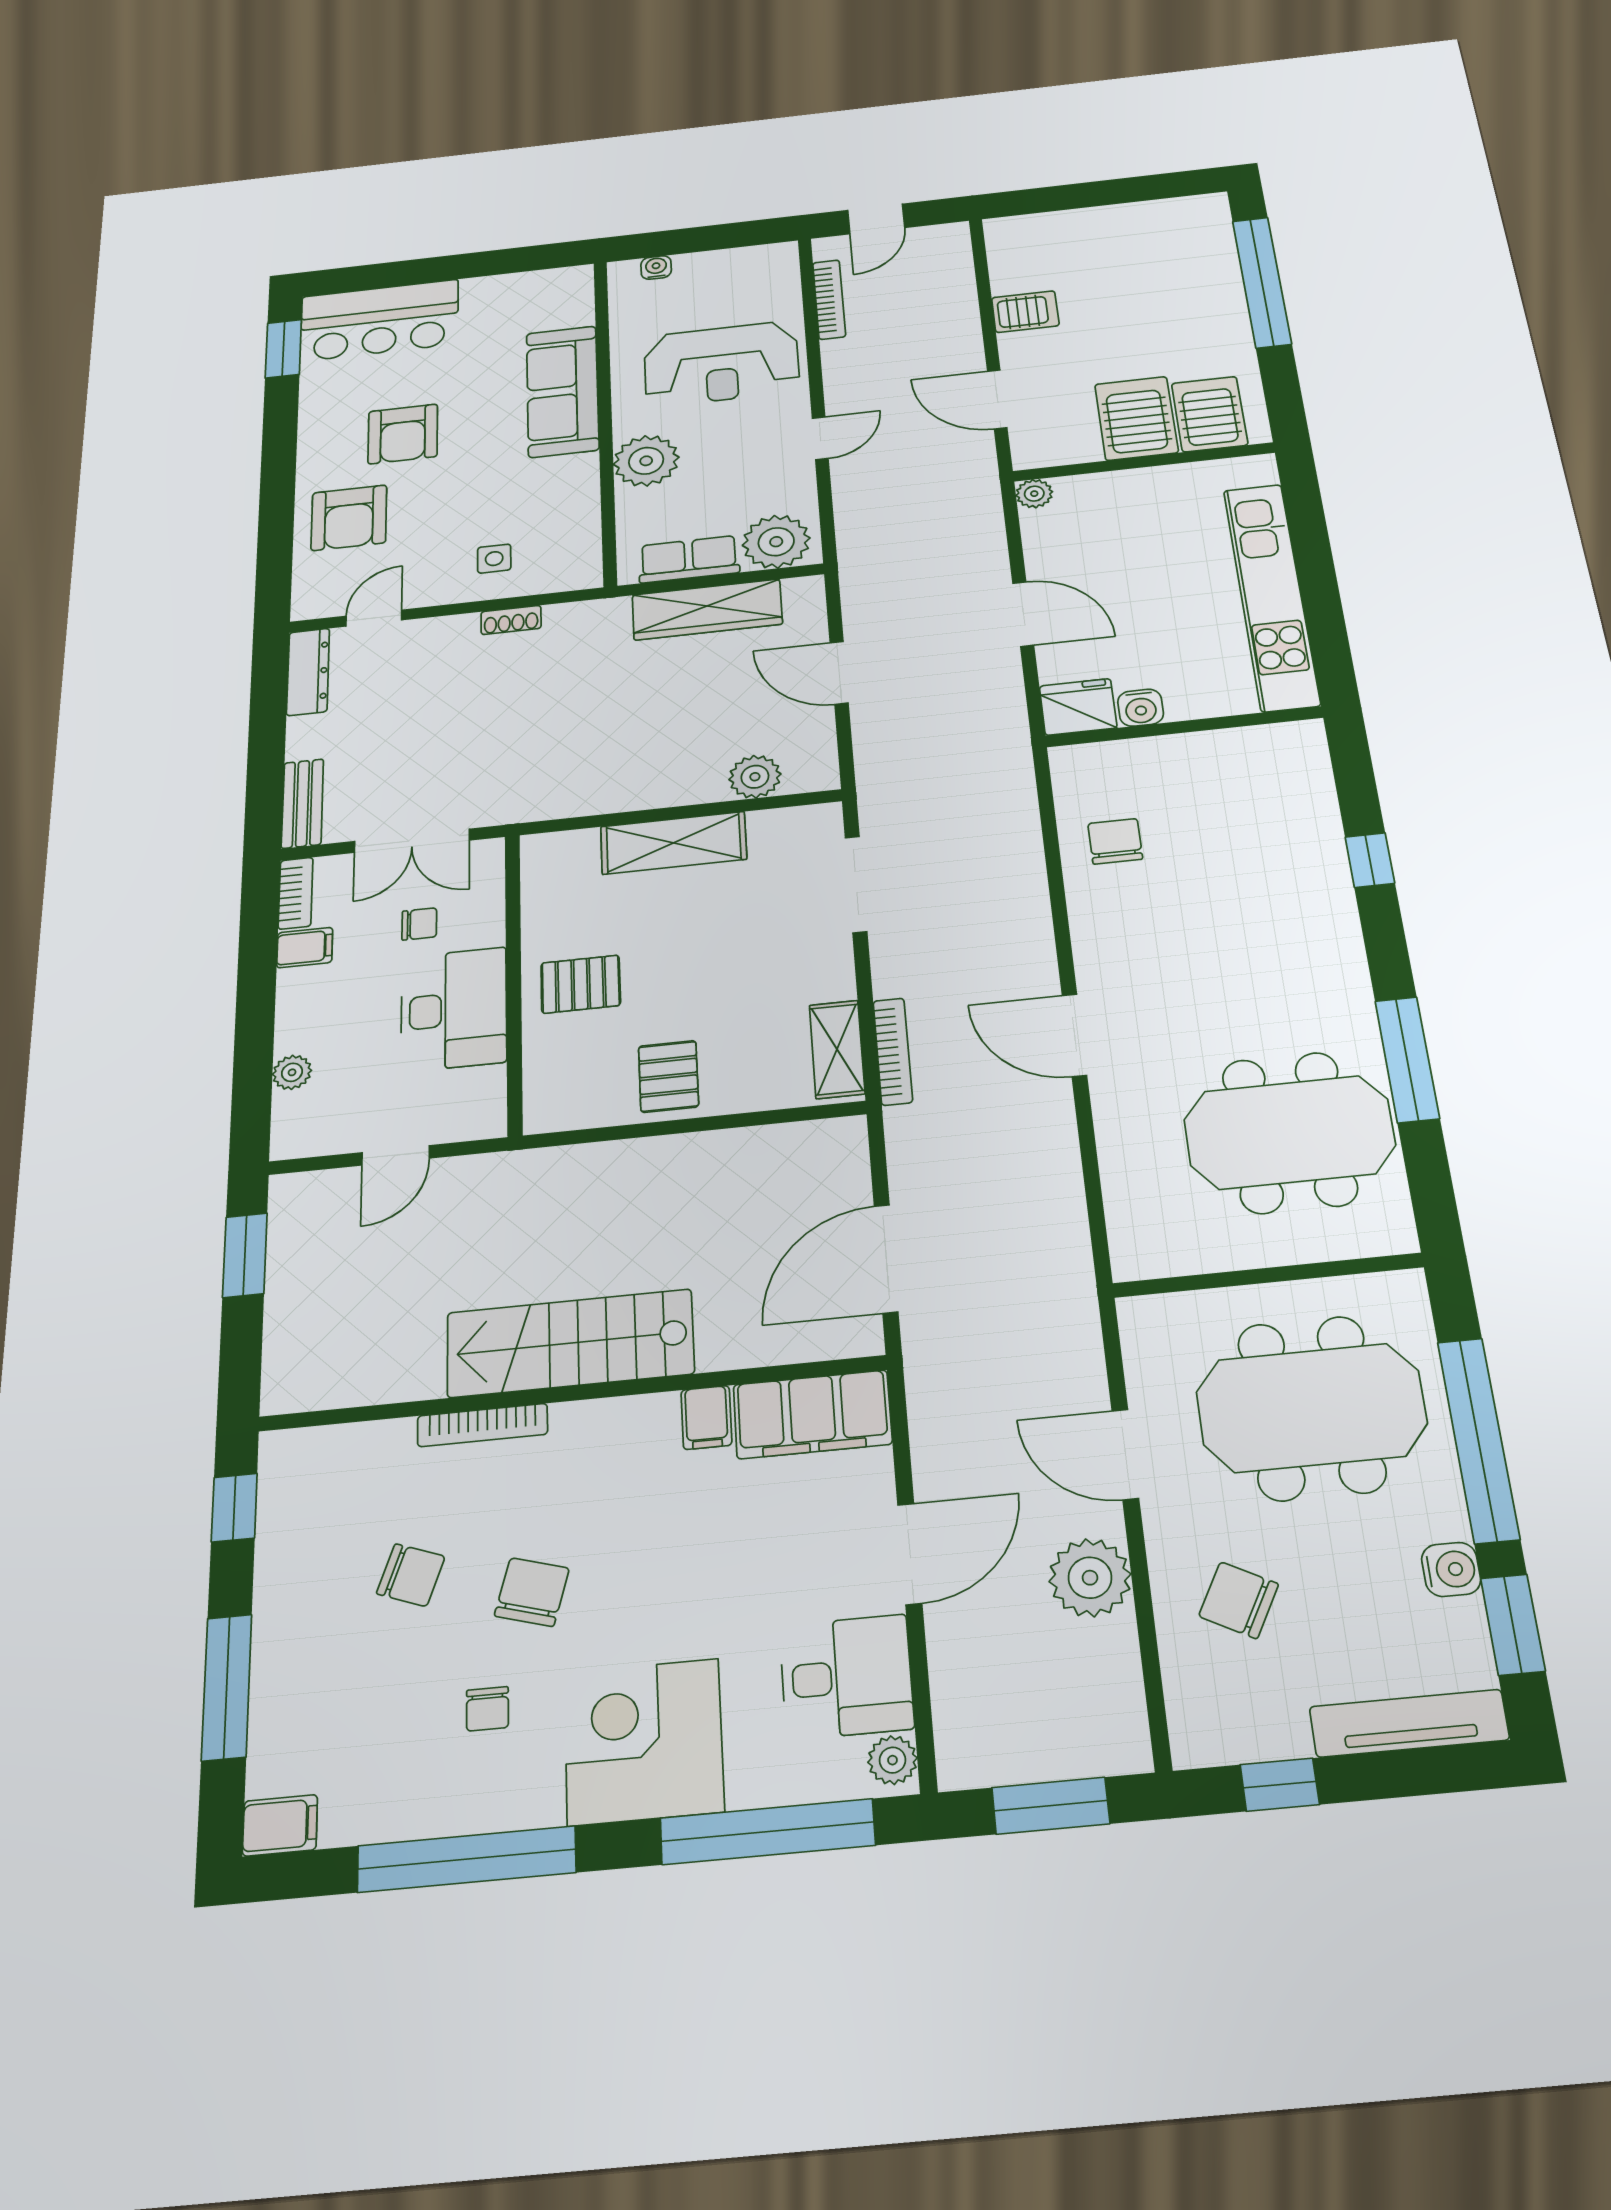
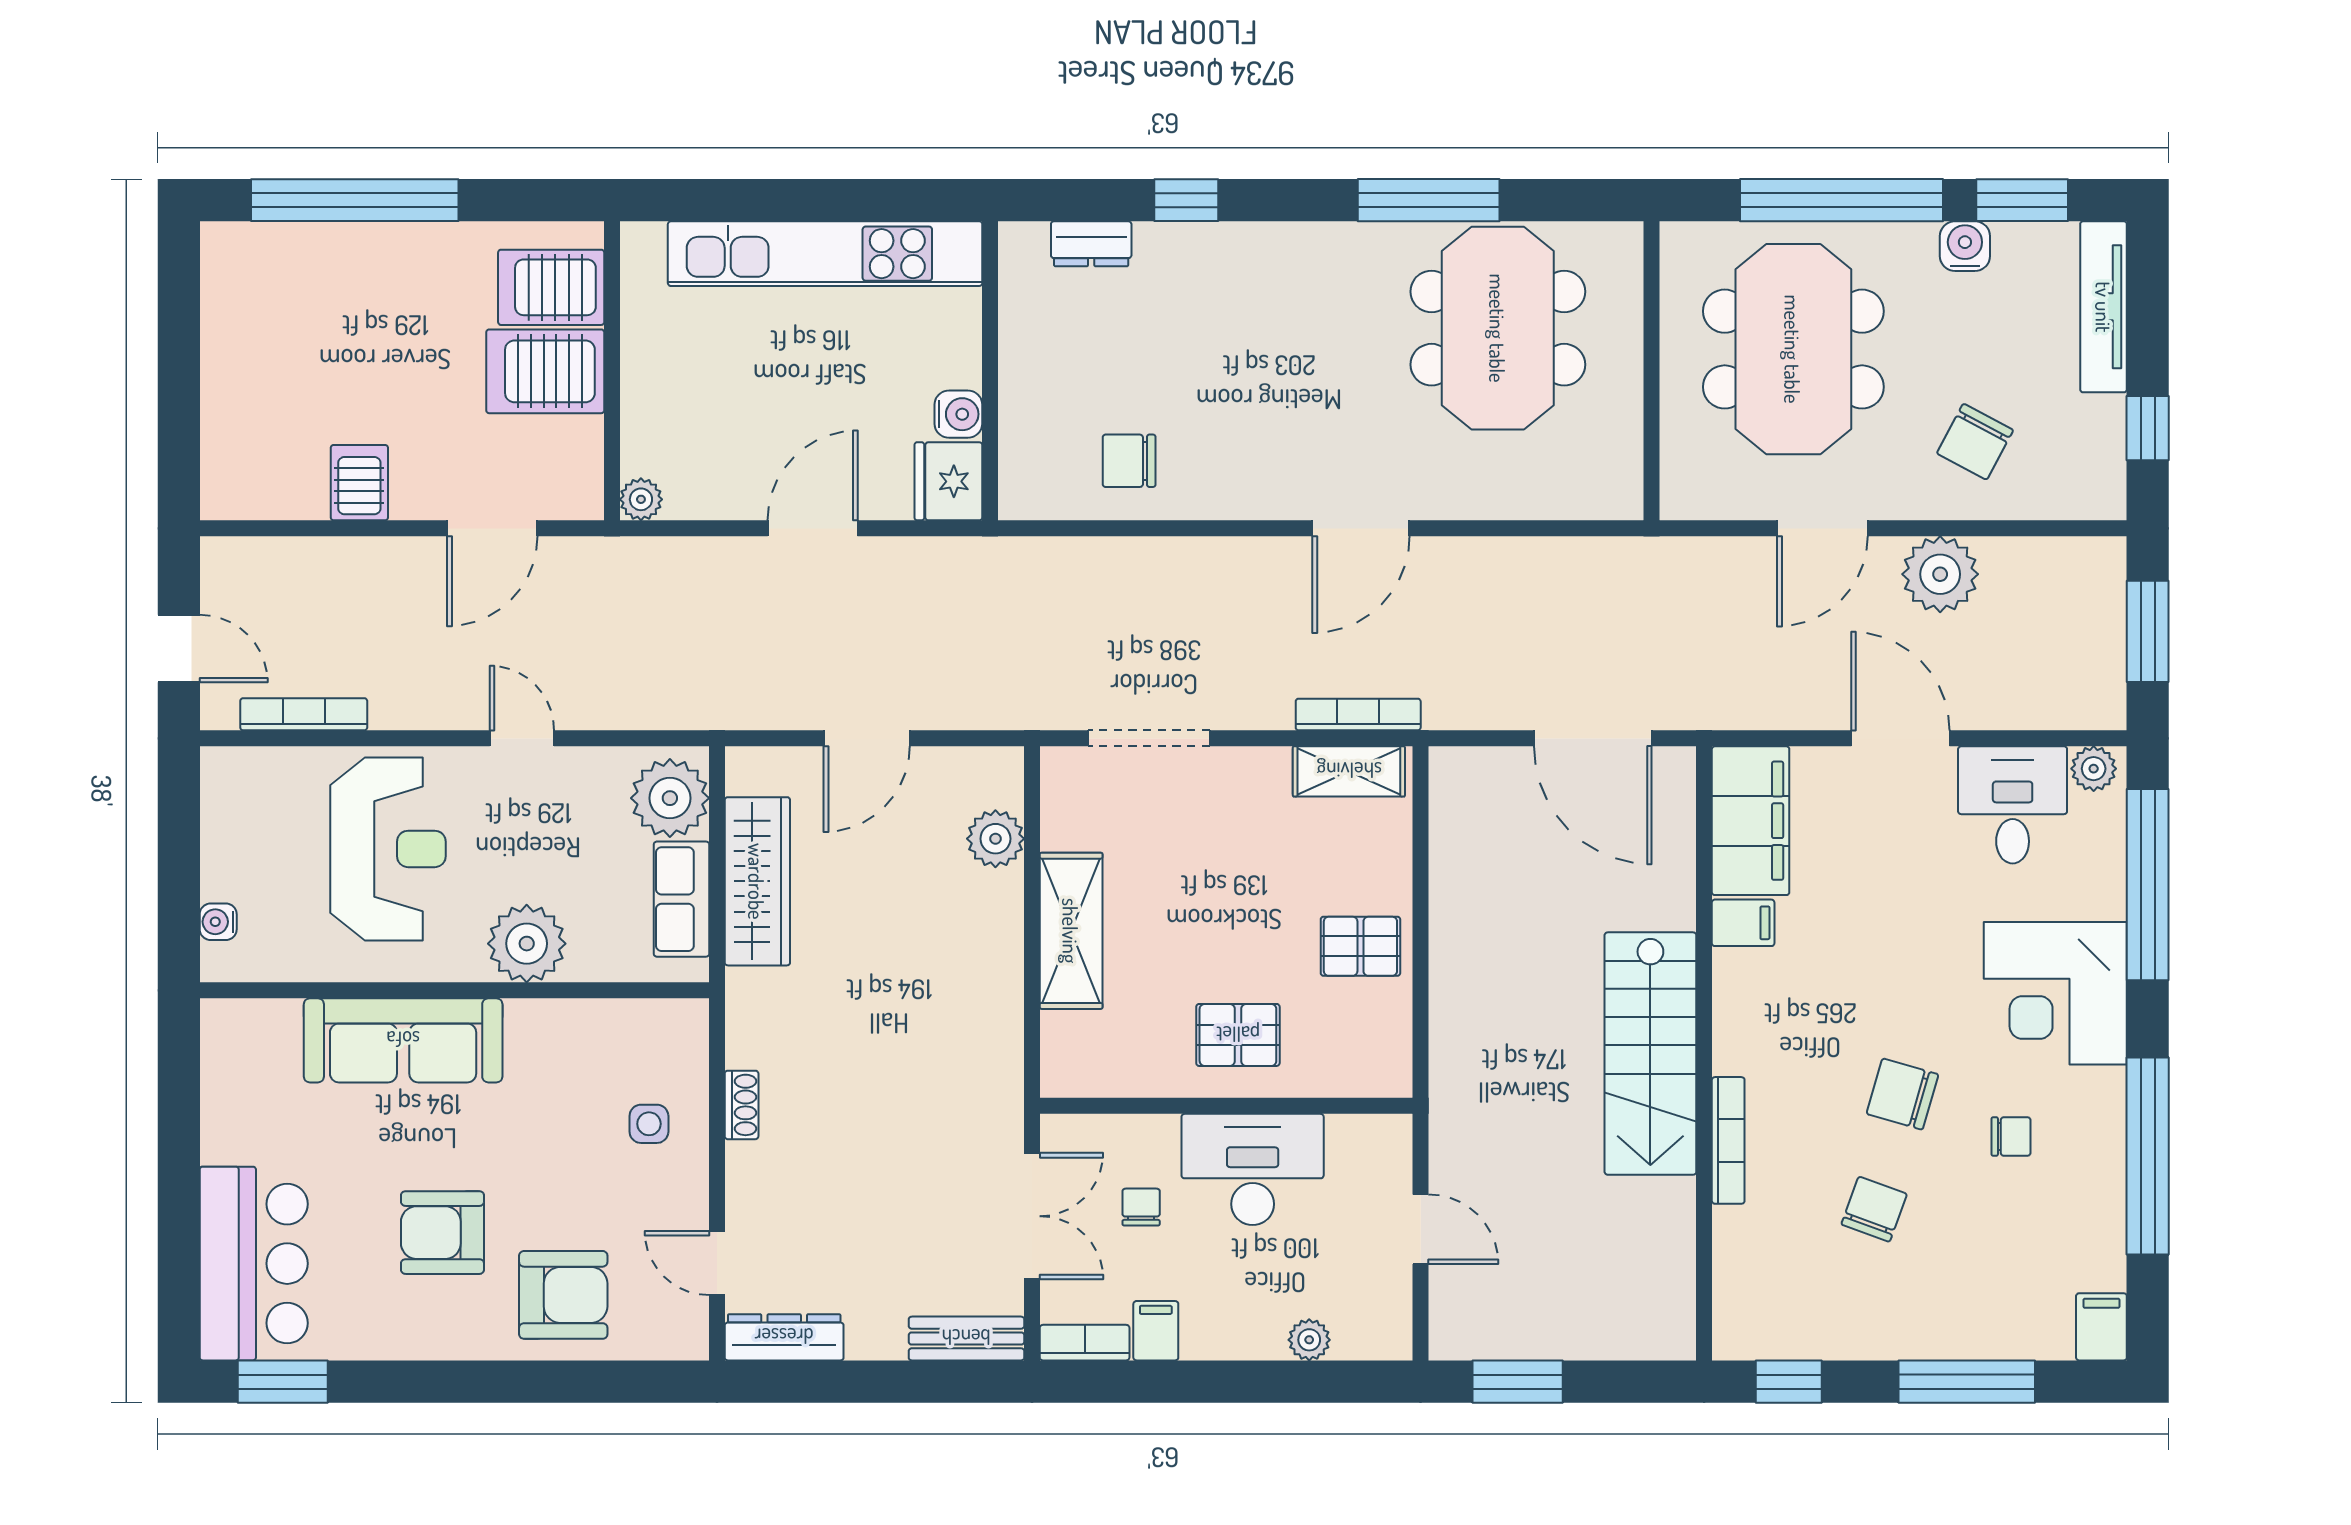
armchair: (403, 434) -> (442, 1233), turned 180
dresser: (1315, 790) -> (1091, 244), added
pallet: (581, 984) -> (1238, 1035), turned 90

